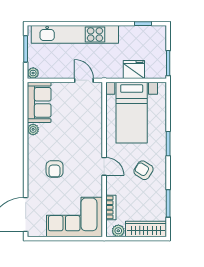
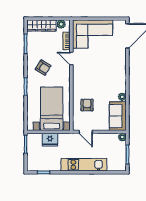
kitchen unit: (75, 34) -> (84, 165), width x0.73
door: (104, 166) -> (71, 59), moved
armchair: (55, 169) -> (87, 105), moved

